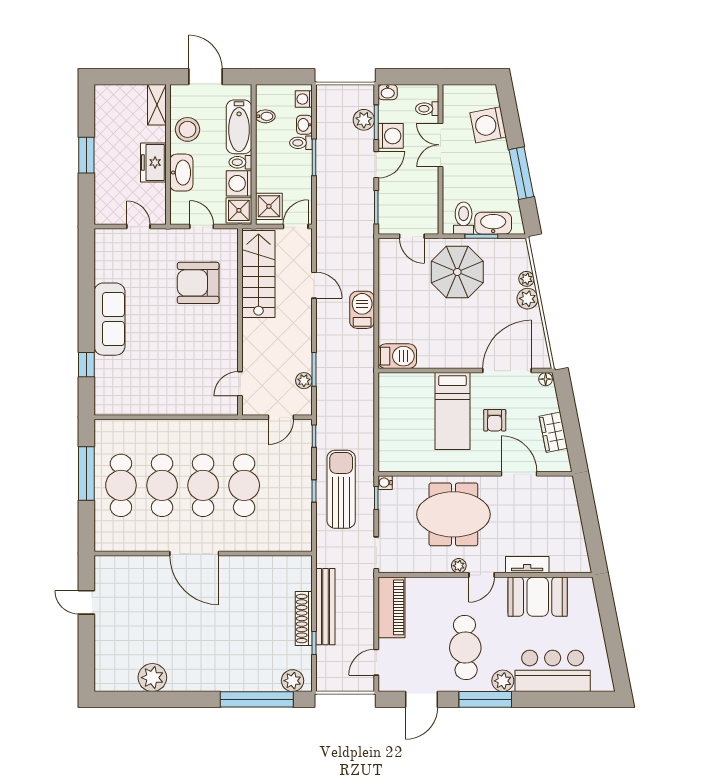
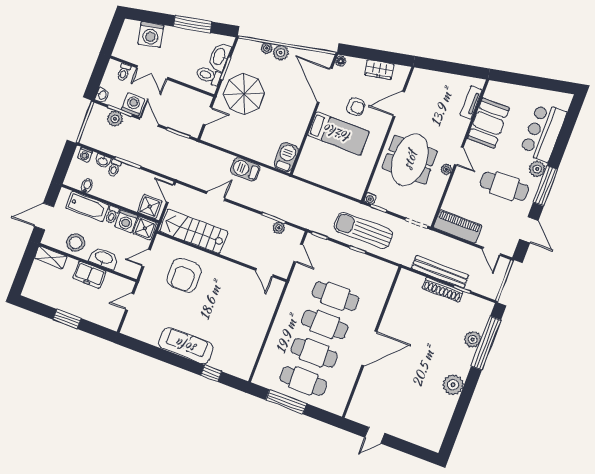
tv unit: (527, 565) -> (471, 103), moved
plant: (152, 678) -> (453, 385), moved
plant: (293, 681) -> (473, 339), moved

